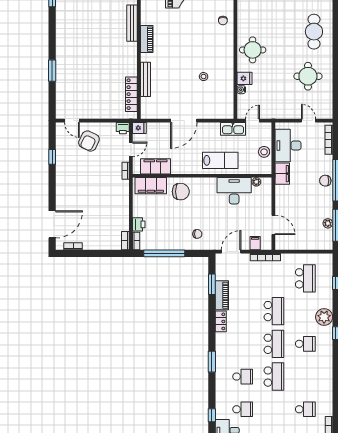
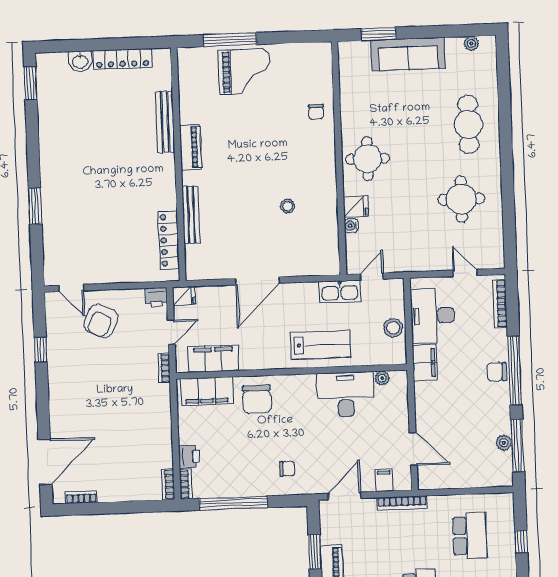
chair: (181, 192) -> (257, 399), turned 89

